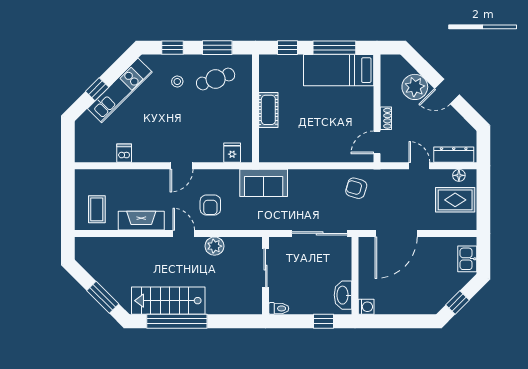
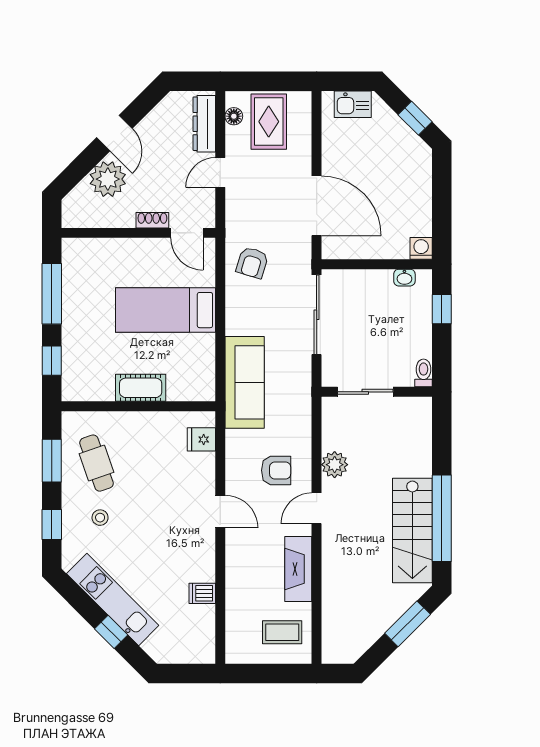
bed: (339, 70) -> (166, 310), moved, turned 90
sofa: (264, 183) -> (245, 382), width x1.36
washbasin: (343, 295) -> (404, 278), width x0.52, depth x0.69

